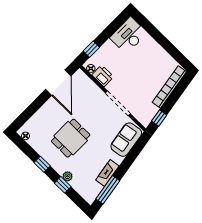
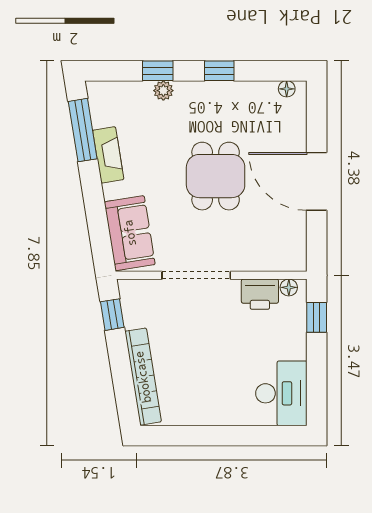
door: (58, 83) -> (317, 181), moved
dining table: (71, 138) -> (216, 176), moved

